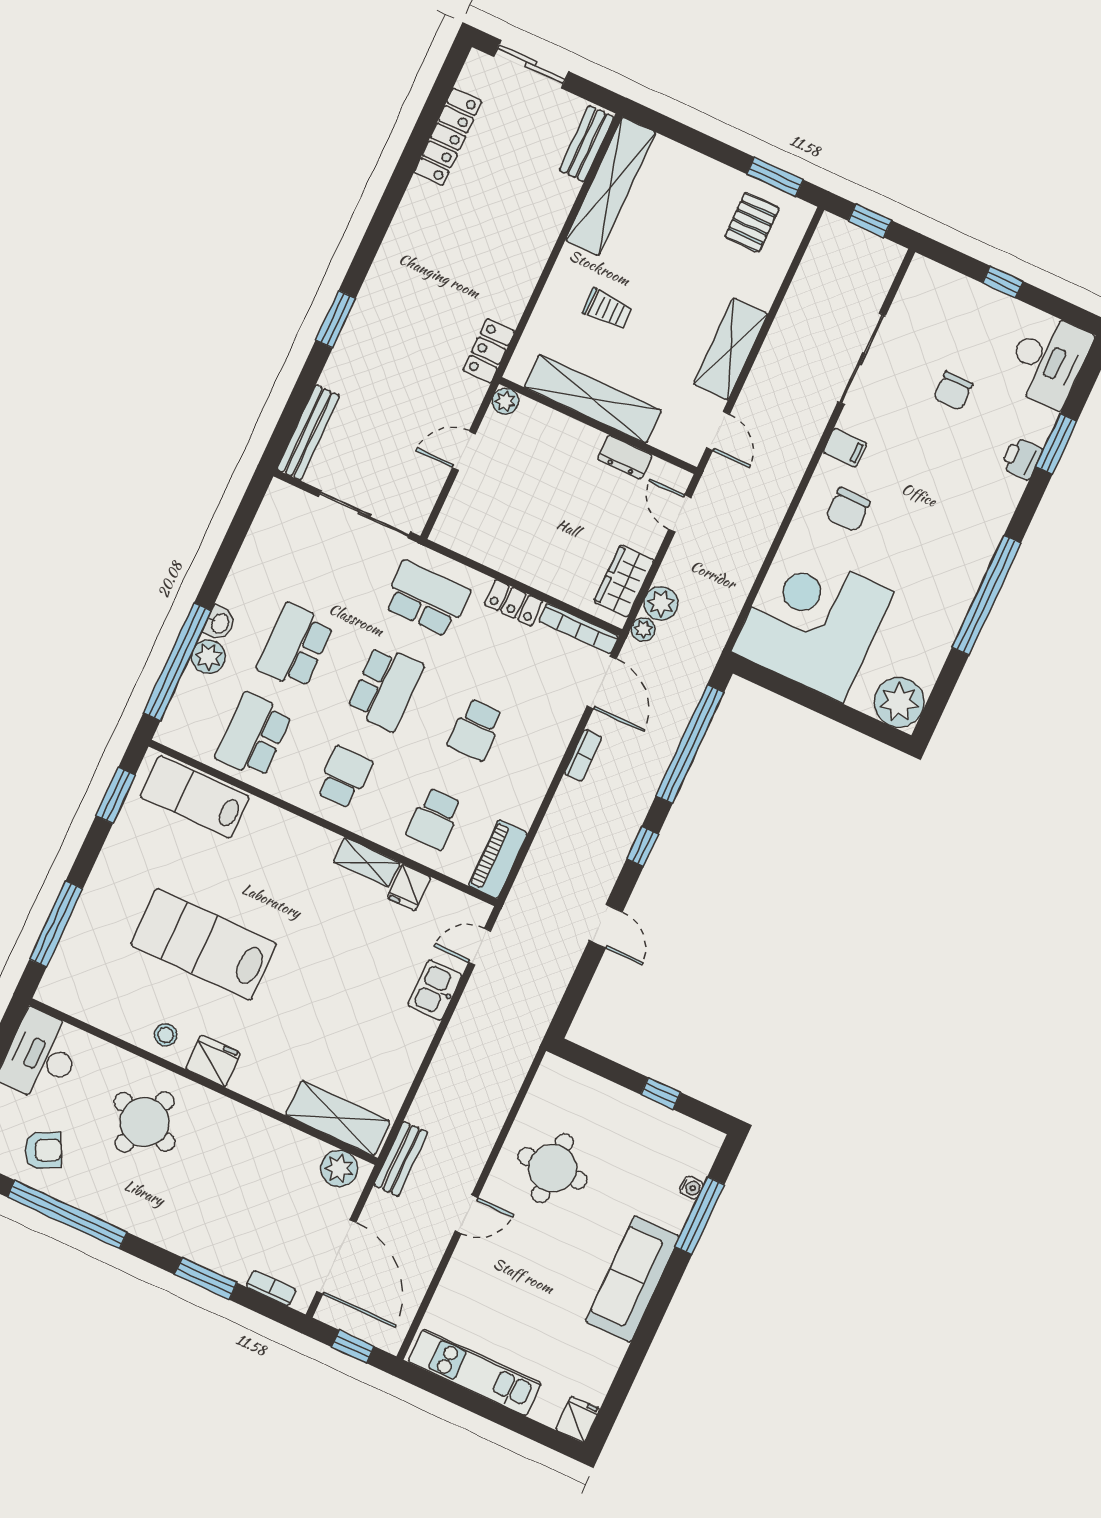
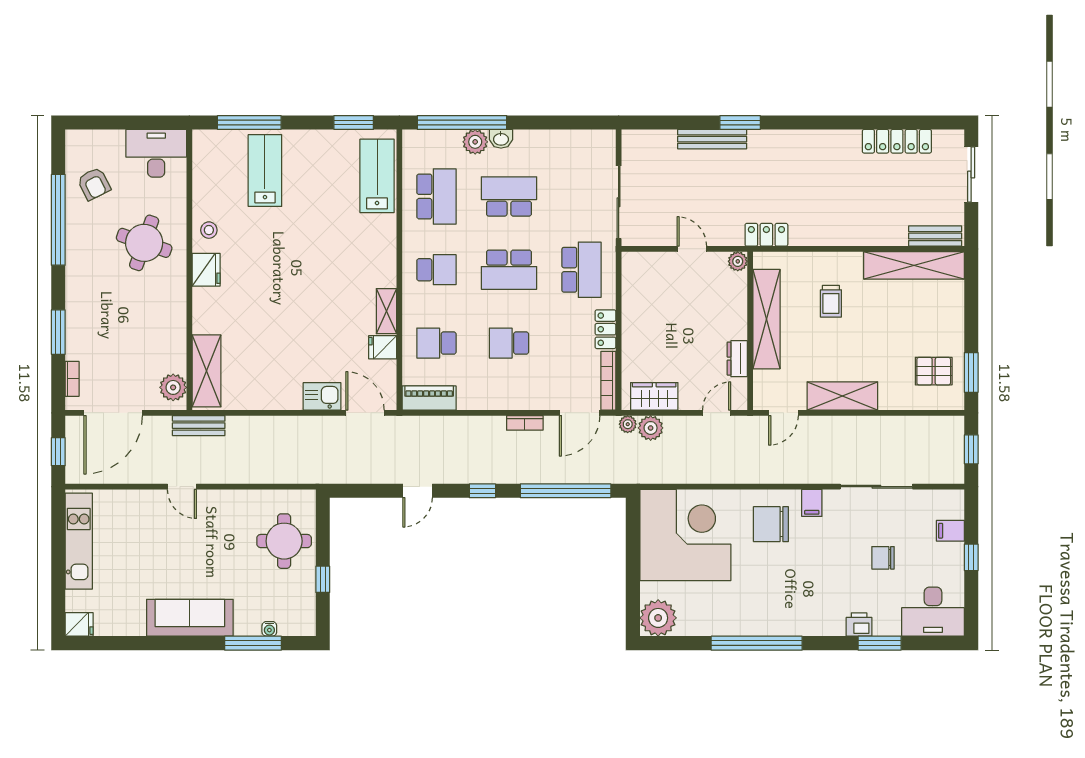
filing cabinet: (958, 293) -> (950, 531), added
bench: (308, 432) -> (712, 139), moved
chair: (848, 510) -> (771, 524), width x1.37, depth x1.37
school desk: (254, 735) -> (436, 196), turned 90
lab bench: (204, 944) -> (265, 171), moved, width x0.73, depth x0.72
door: (480, 947) -> (365, 413), width x1.38
round table: (552, 1168) -> (284, 541), moved

